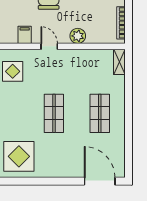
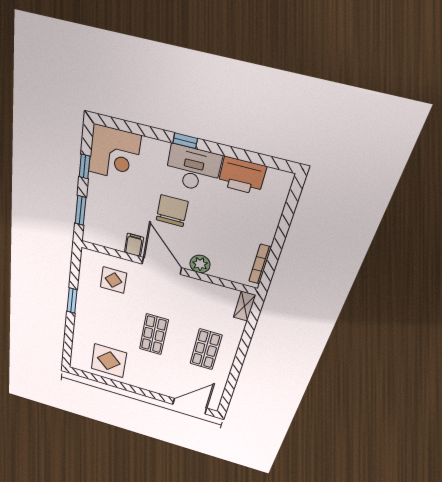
door: (49, 46) -> (162, 266), width x1.87
door: (100, 181) -> (190, 406), hinge flipped

